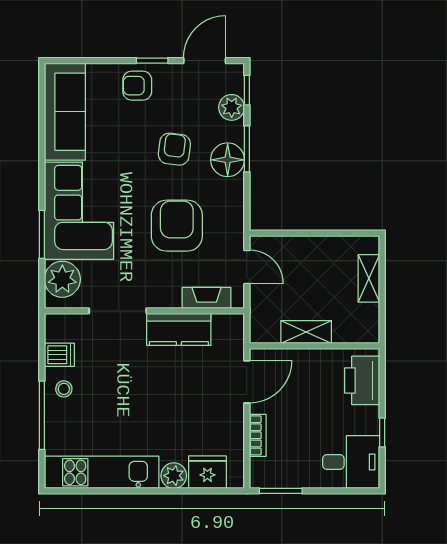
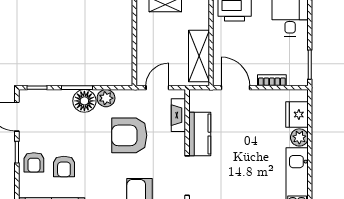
plant: (232, 107) -> (106, 98), moved
armchair: (174, 149) -> (64, 166), moved, turned -97
shelving: (306, 332) -> (199, 56), width x1.50, depth x1.33

